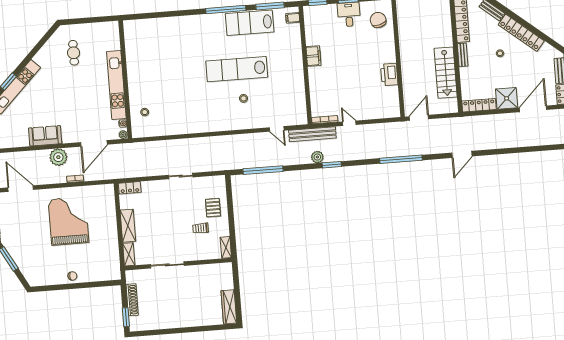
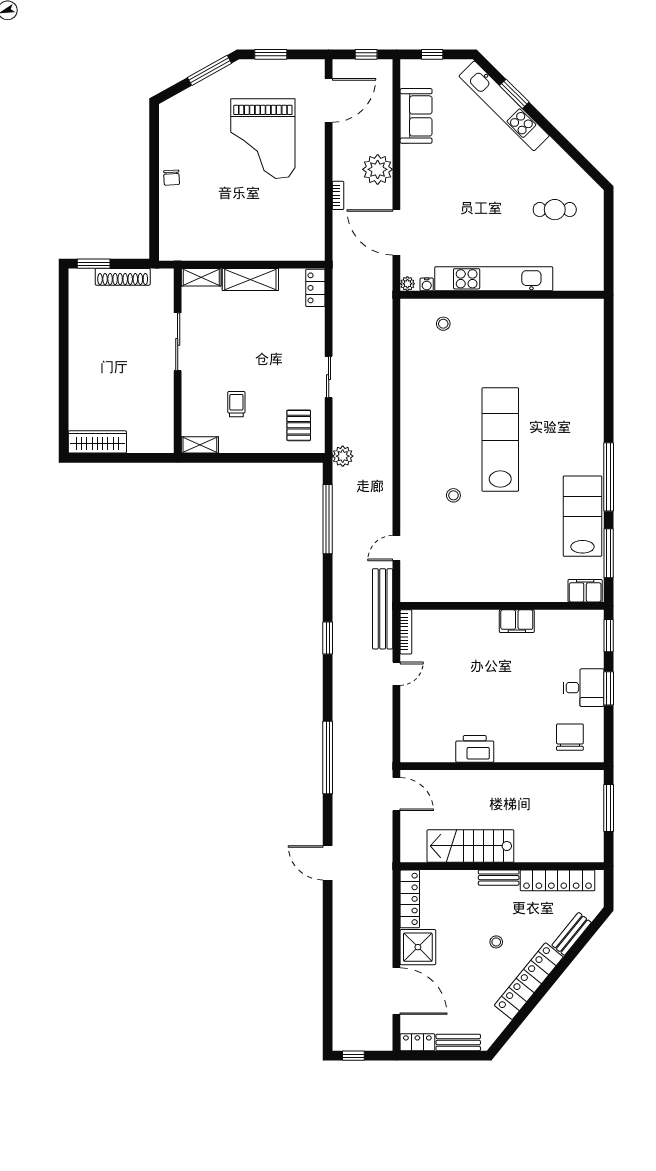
filing cabinet: (293, 18) -> (585, 591), width x2.00
chair: (378, 20) -> (570, 737), turned -75
lab bench: (237, 69) -> (500, 440), moved
sofa: (45, 136) -> (416, 116), moved
plant: (317, 157) -> (343, 456), moved
pallet: (213, 208) -> (299, 425), moved, turned 90
grand piano: (69, 221) -> (263, 139), moved, turned 90

